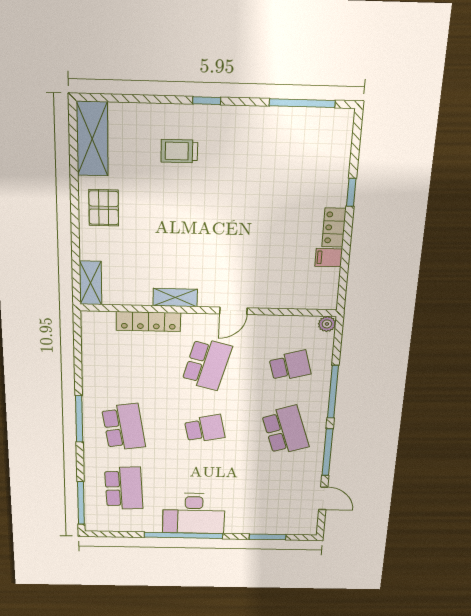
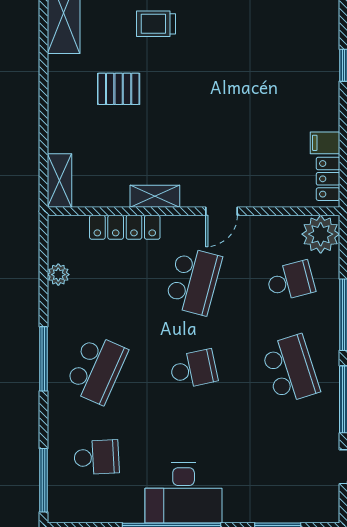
pallet: (104, 208) -> (119, 89), moved, turned 90
locker: (334, 228) -> (328, 179), moved
plant: (327, 324) -> (321, 234), width x1.88, depth x1.88
plant: (91, 357) -> (58, 275), added
school desk: (124, 427) -> (96, 369), turned 33
school desk: (124, 488) -> (96, 457), width x0.54

